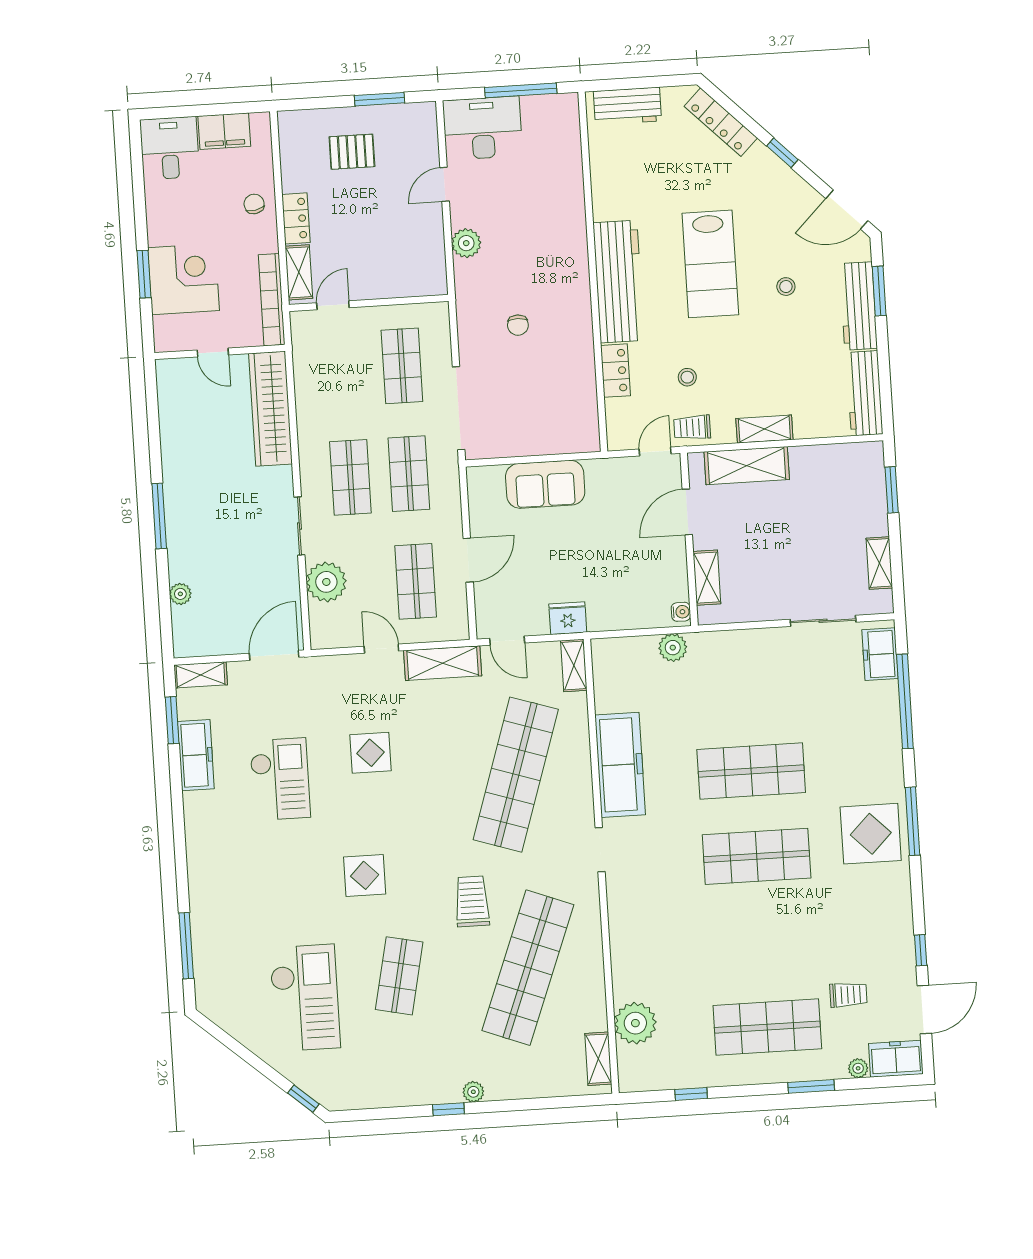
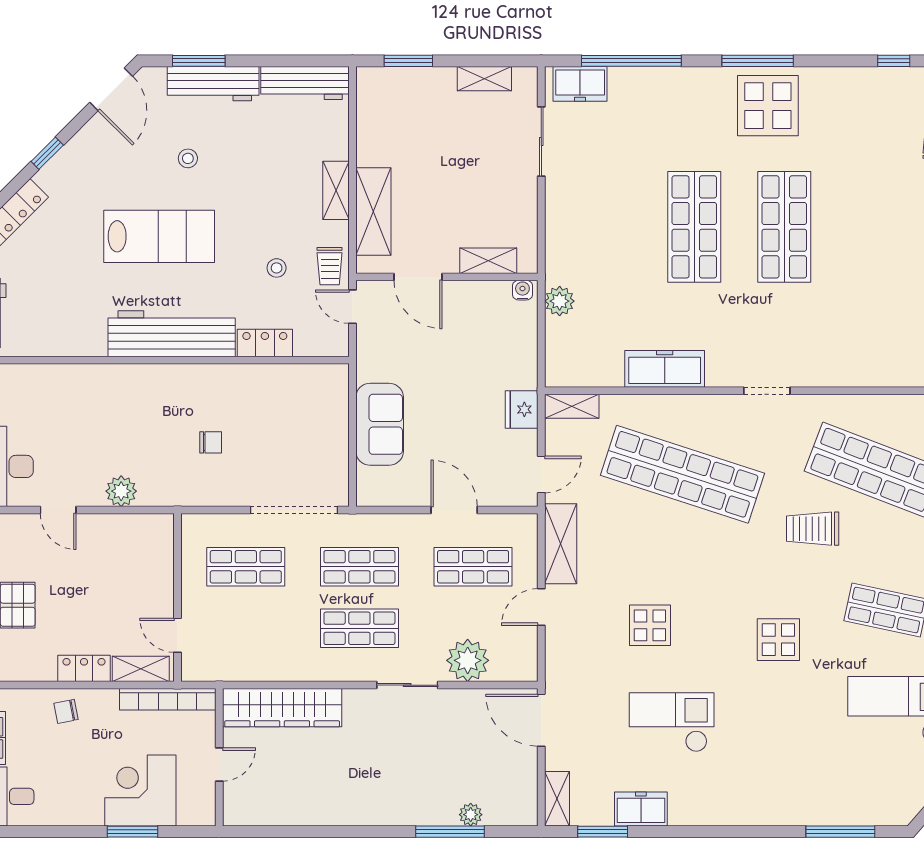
window: (159, 516) -> (450, 832), moved
freezer: (196, 755) -> (641, 809), width x0.71
freezer: (620, 765) -> (665, 369), width x0.73, depth x0.79

